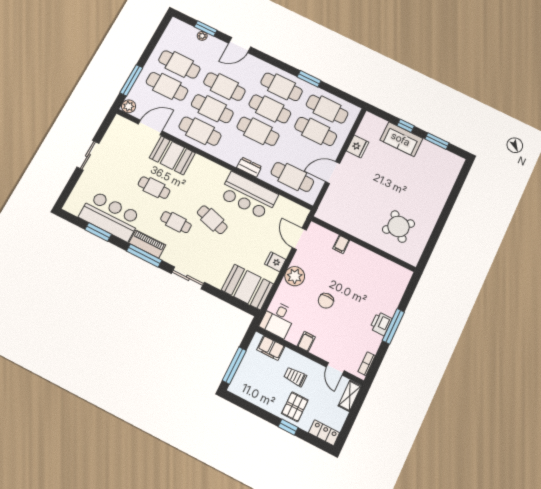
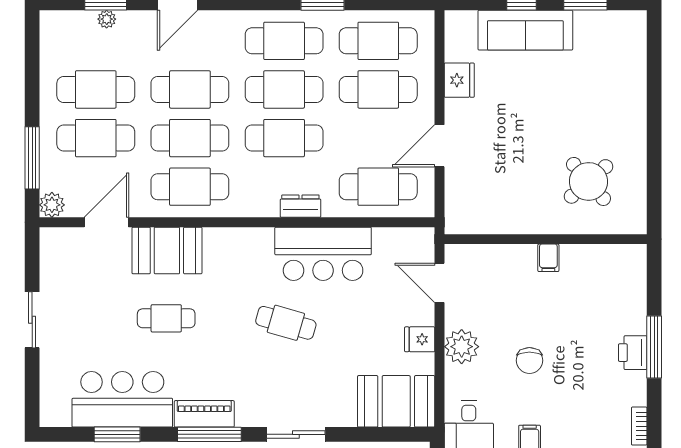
sofa: (401, 139) -> (525, 30), width x1.36
cafe table: (176, 222) -> (231, 356), removed
filing cabinet: (341, 244) -> (548, 258), moved

